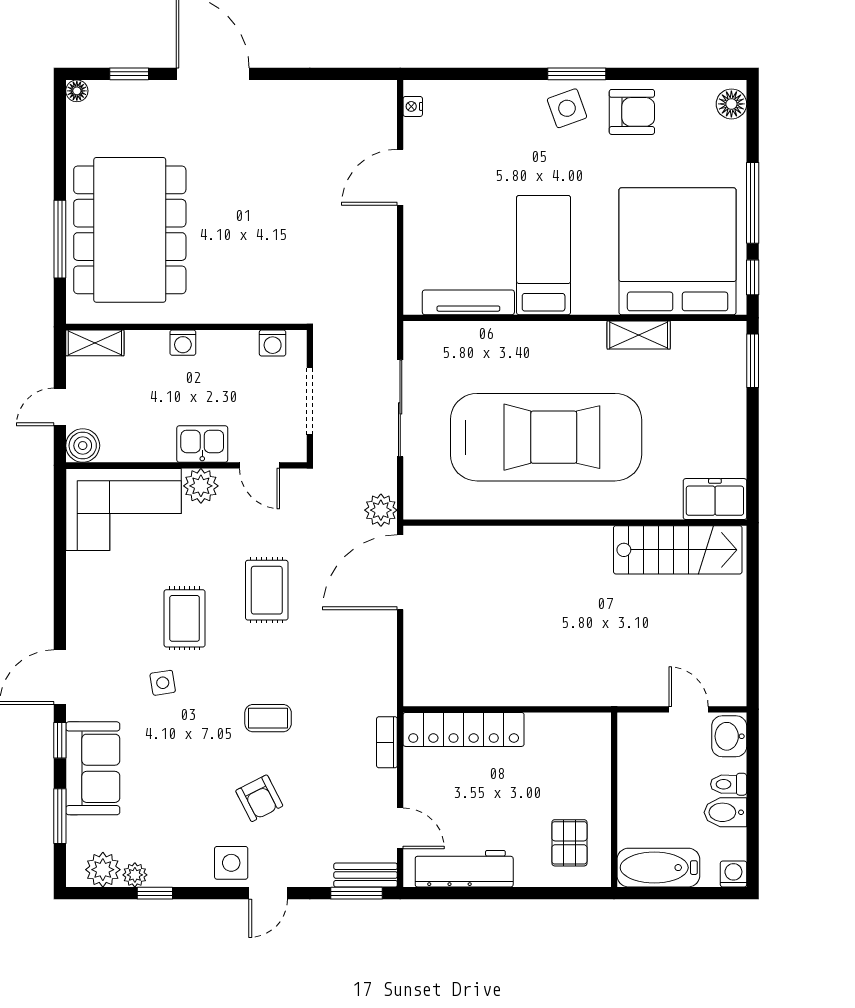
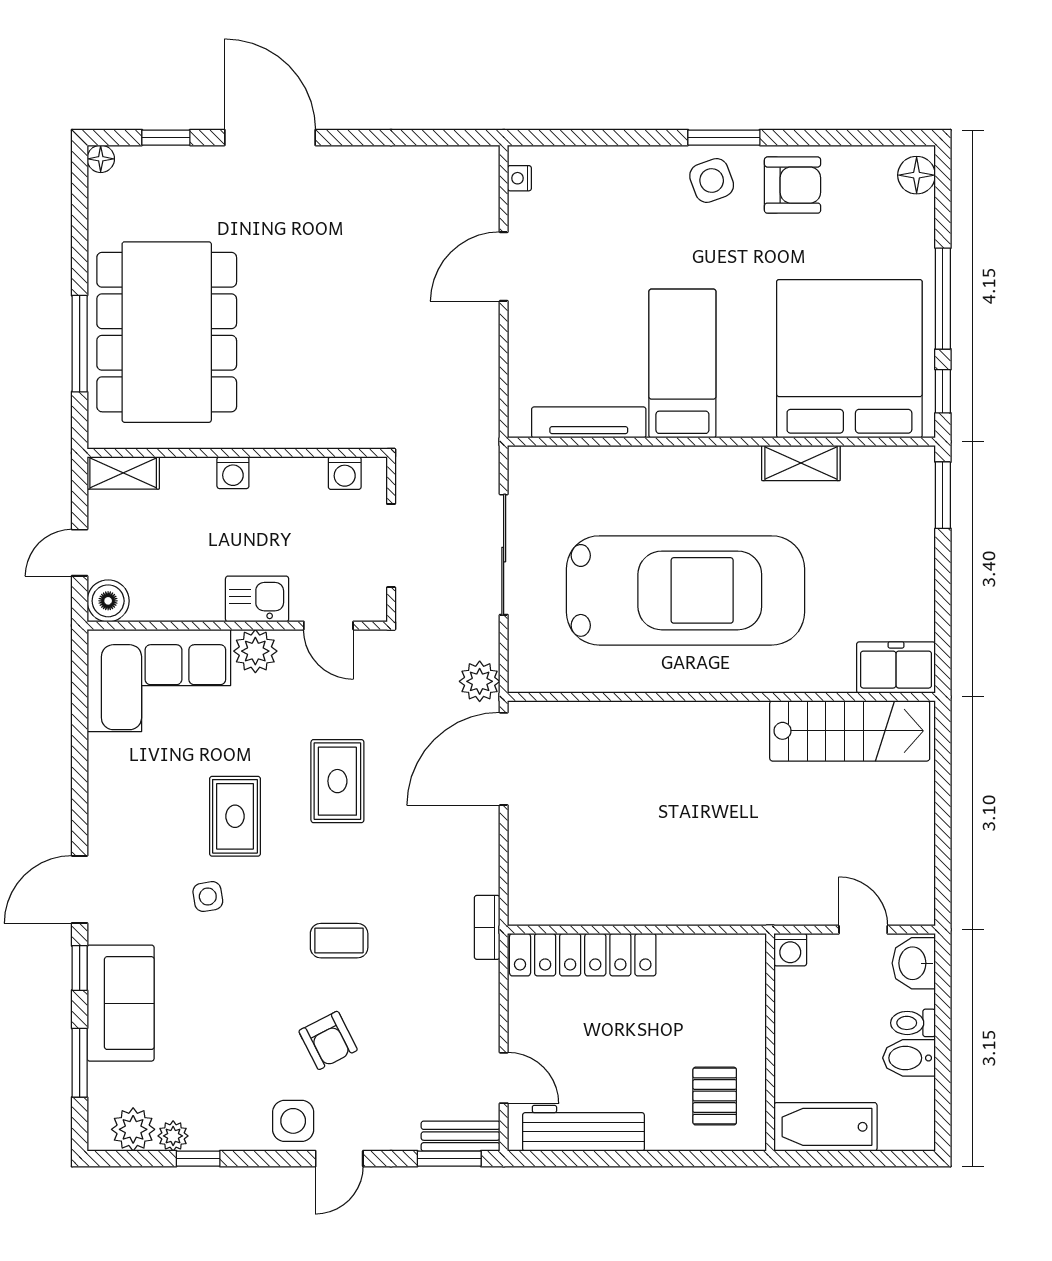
bookcase: (387, 742) -> (487, 927), moved
washing machine: (733, 874) -> (790, 950), moved, turned 180

